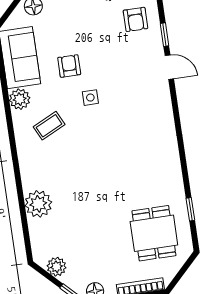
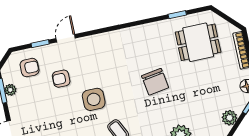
armchair: (69, 66) -> (61, 79), moved
side table: (90, 98) -> (94, 99), width x1.87, depth x1.87
chair: (108, 176) -> (155, 82), added

